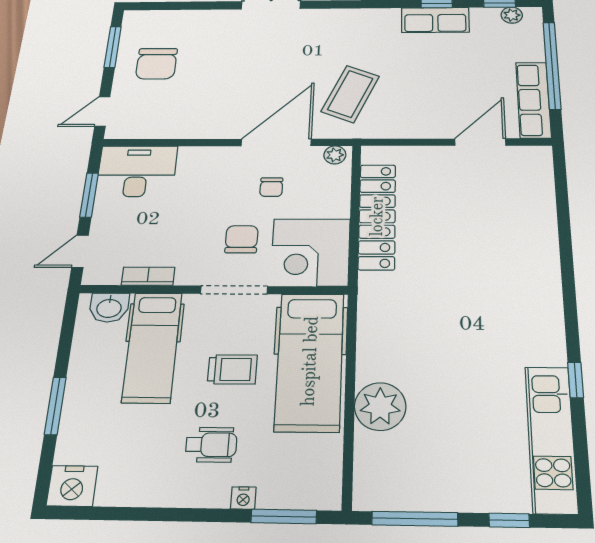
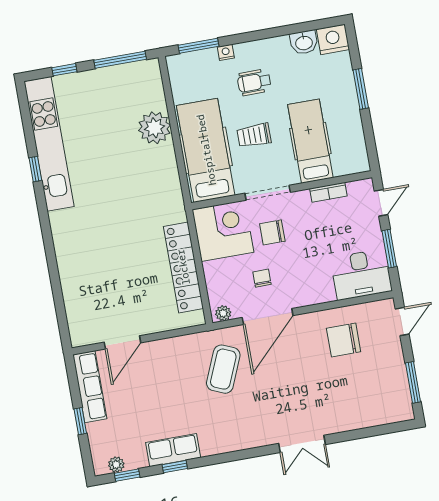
chair: (156, 64) -> (344, 340), moved, turned -90
window: (552, 65) -> (80, 421), width x0.32
chair: (242, 239) -> (272, 232), turned 90
washbasin: (109, 308) -> (304, 42), moved, turned 180
kitchen unit: (551, 439) -> (49, 144), width x1.36

